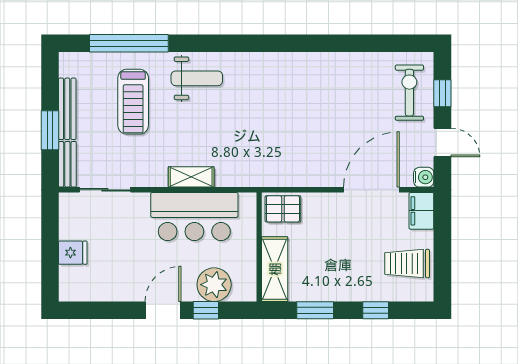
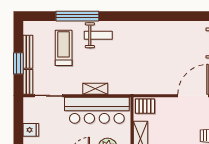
window: (129, 43) -> (77, 16), moved
treadmill: (133, 102) -> (64, 48), turned 180
bar counter: (194, 217) -> (97, 110), width x1.36

